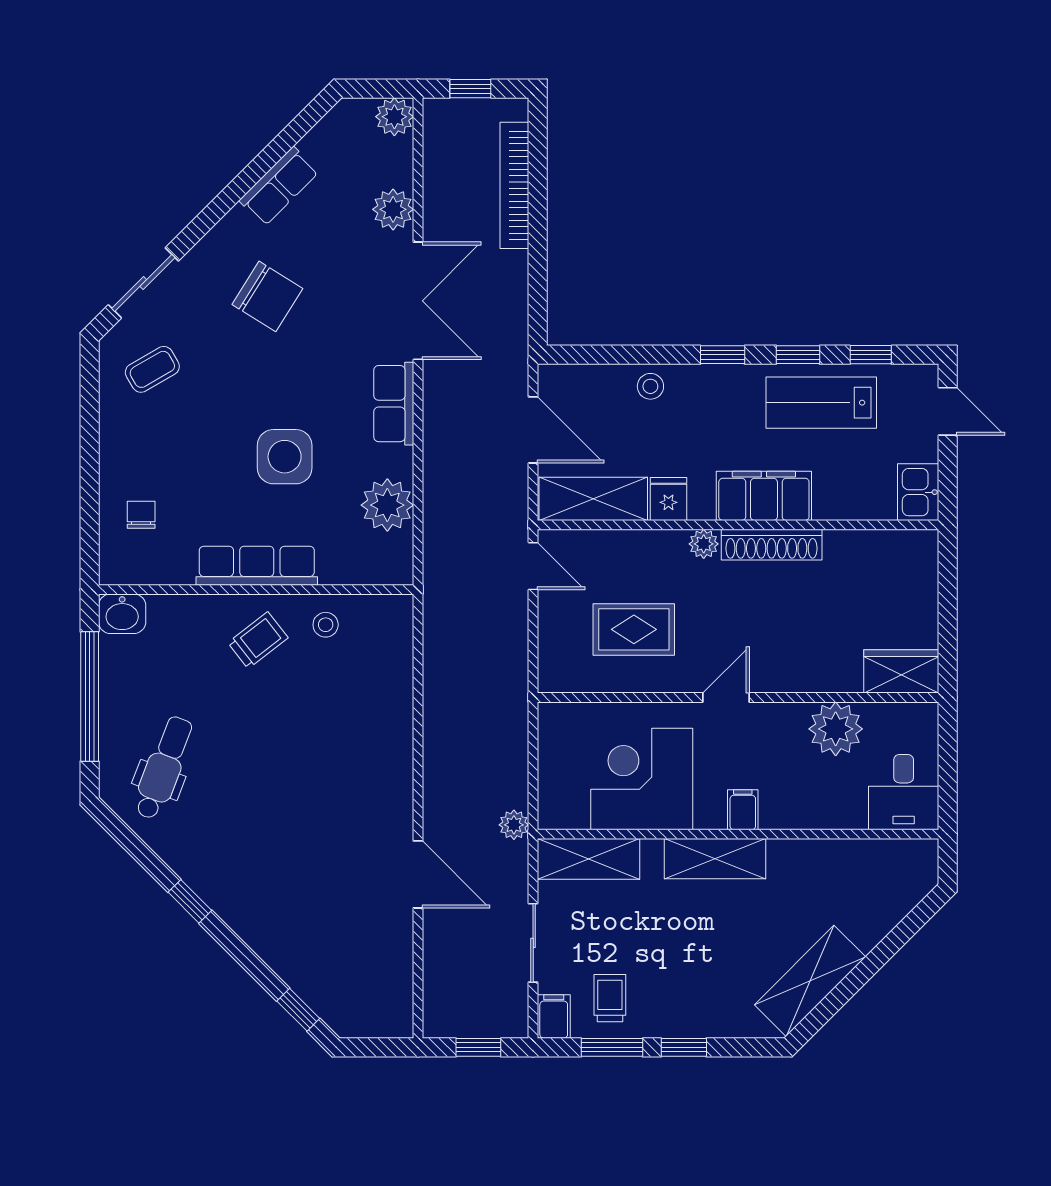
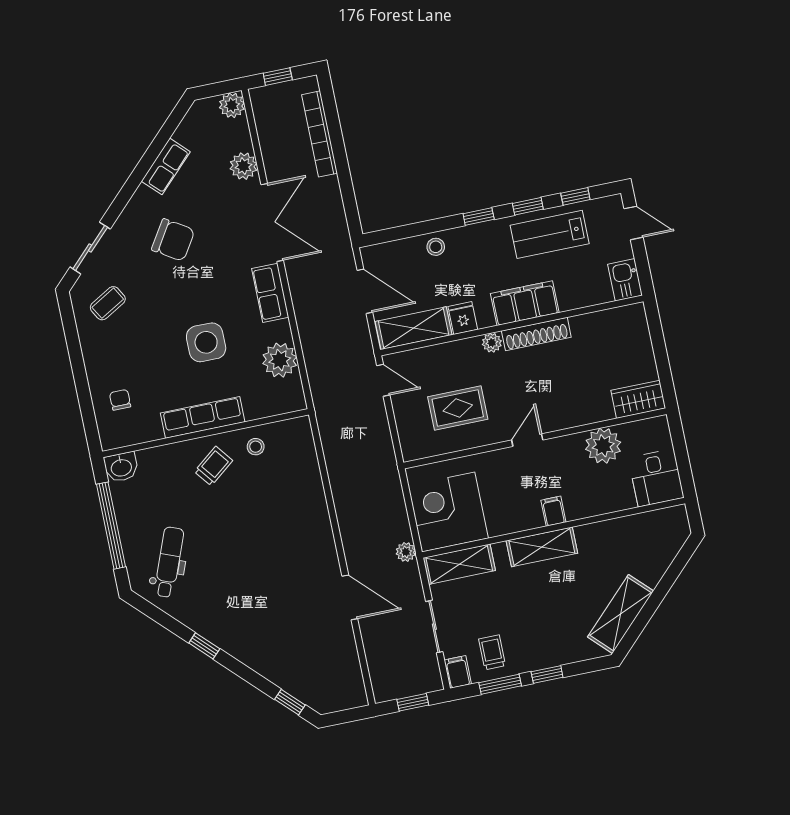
corner desk: (642, 779) -> (448, 512), moved

